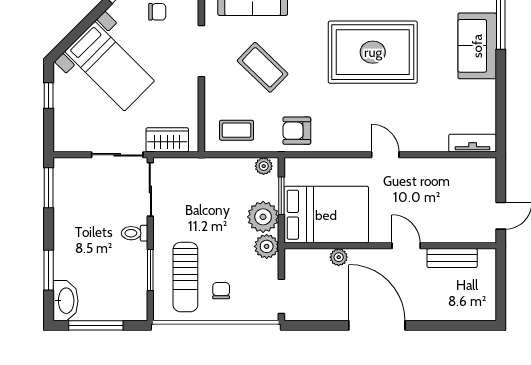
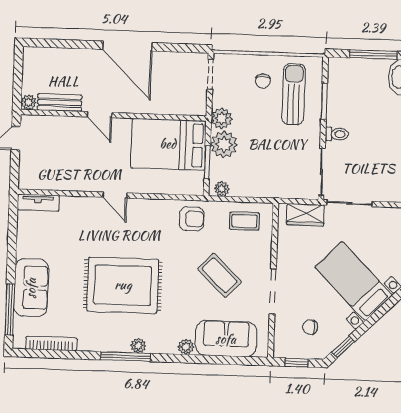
plant: (339, 257) -> (28, 102), moved

